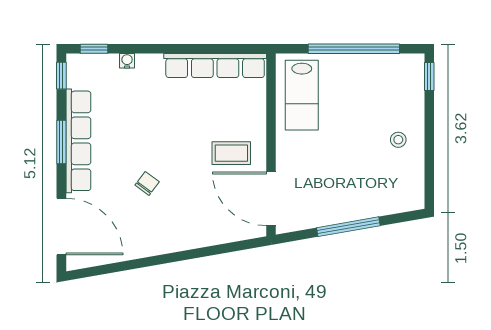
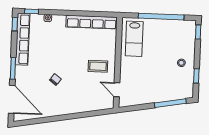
row of seats: (78, 141) -> (23, 39), moved
window: (61, 142) -> (13, 68), moved
window: (429, 165) -> (196, 76), added
door: (271, 199) -> (117, 90), width x0.53
window: (348, 227) -> (170, 103), moved

